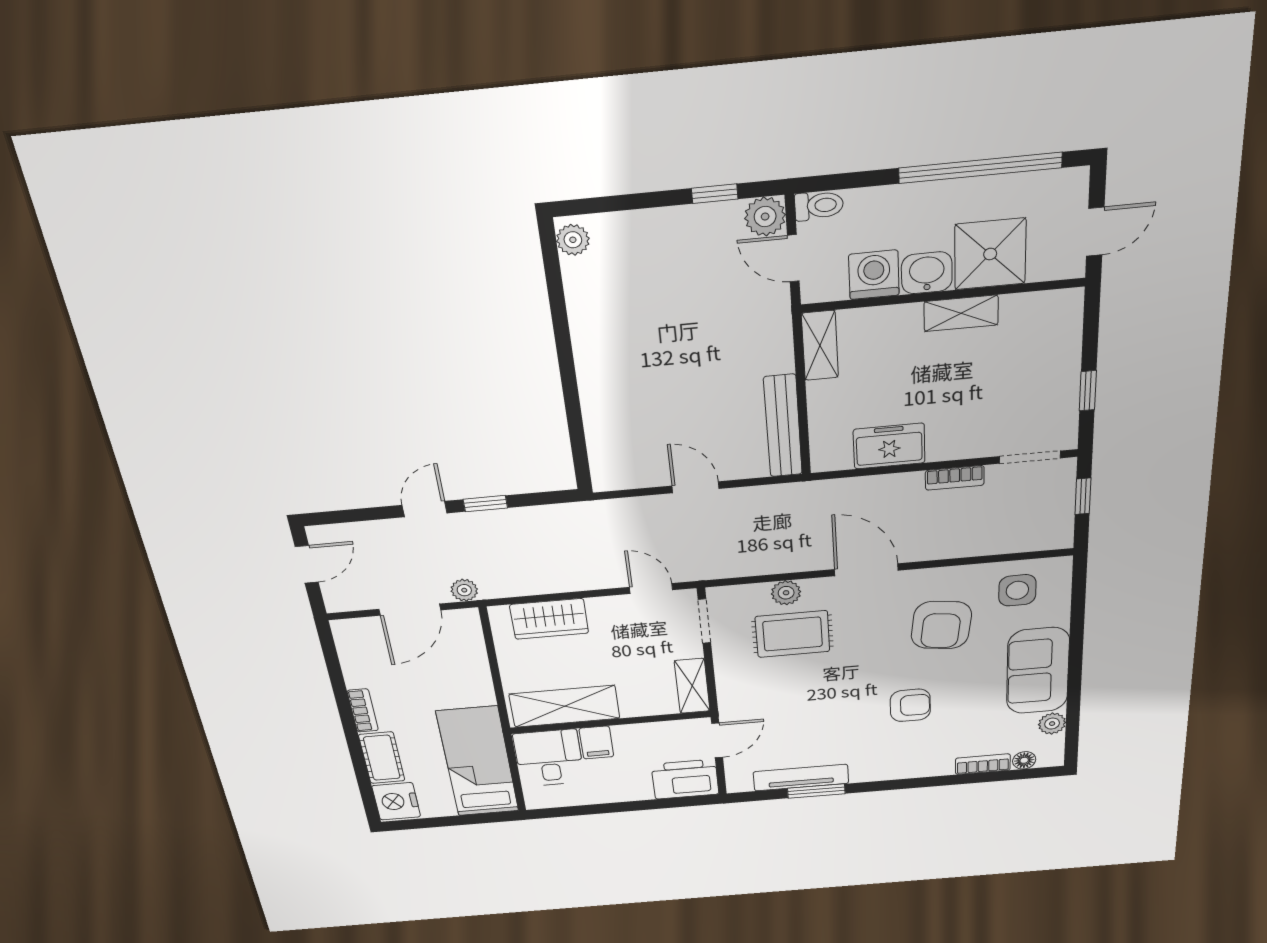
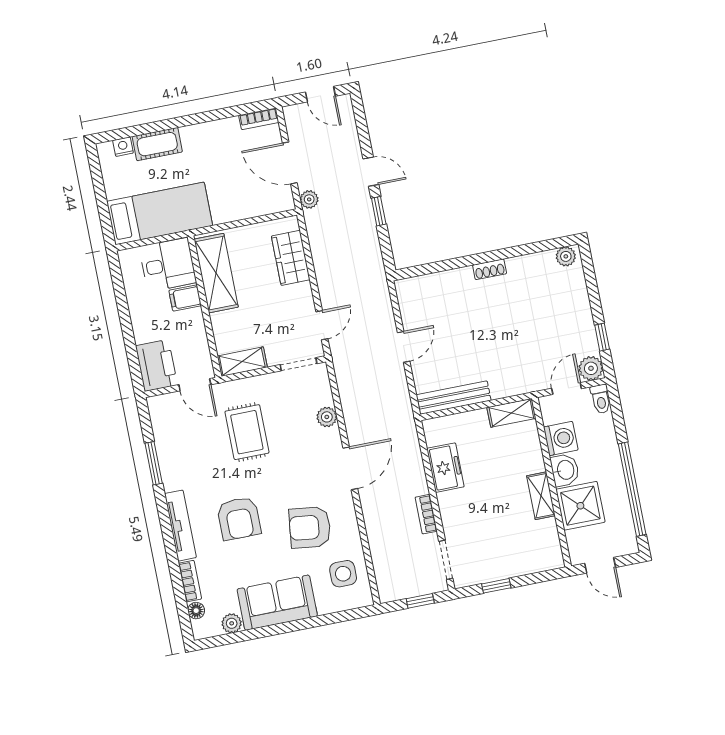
shoe rack: (586, 358) -> (490, 269), added
rug: (793, 634) -> (247, 432), moved
armchair: (910, 705) -> (239, 518), width x1.38, depth x1.38
bookcase: (363, 711) -> (259, 119), moved
tv unit: (801, 778) -> (180, 526), moved
nightstand: (396, 801) -> (123, 147), width x0.53, depth x0.56

